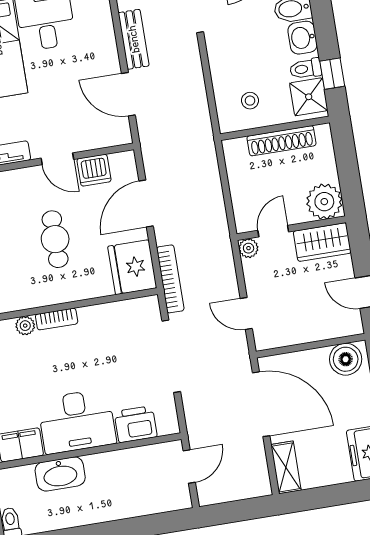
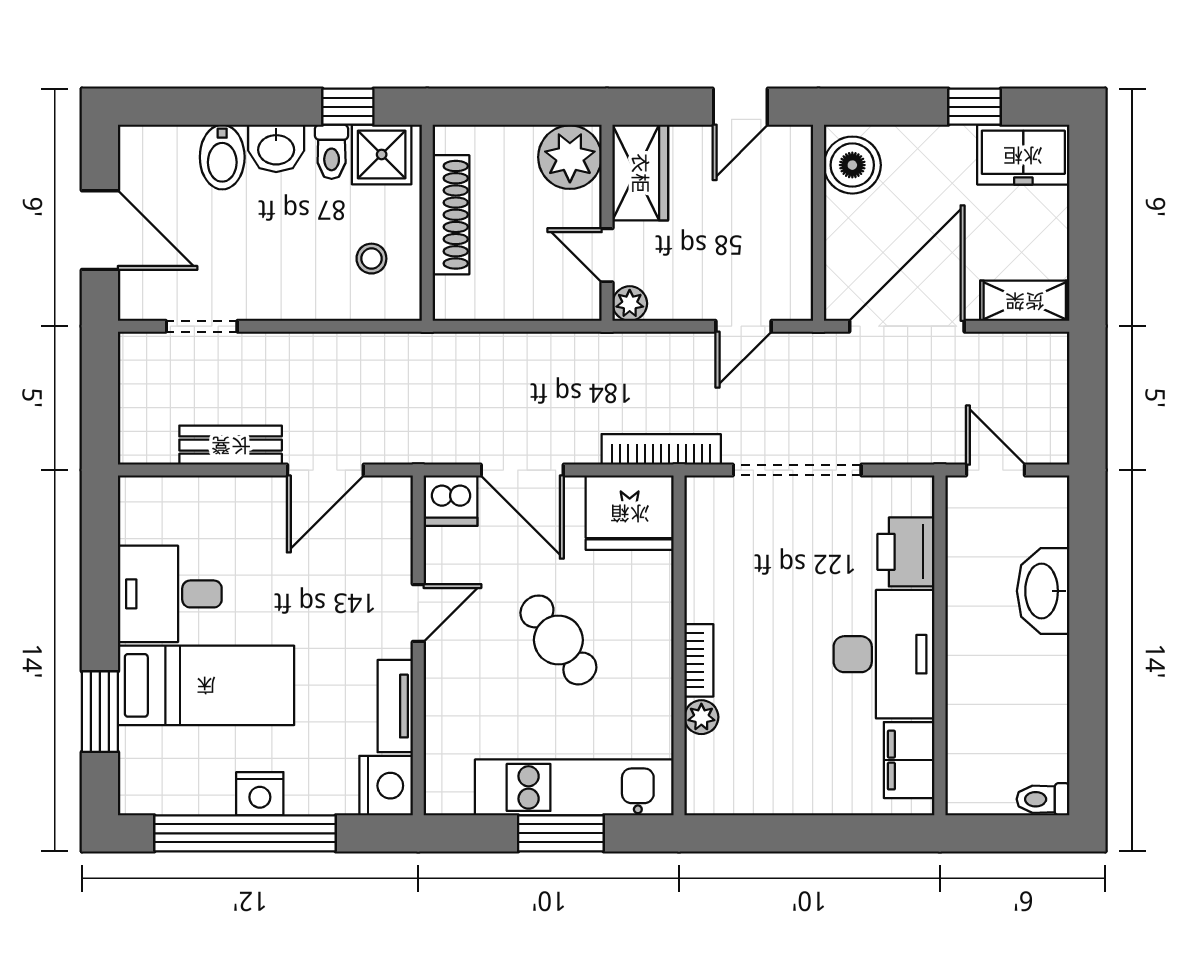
dishwasher: (94, 170) -> (450, 501), moved, turned 90
cafe table: (55, 239) -> (558, 640), turned 53
washbasin: (60, 474) -> (1043, 591), moved, turned 180

